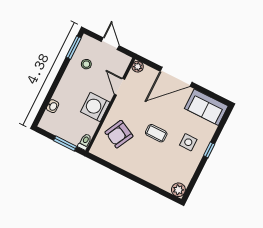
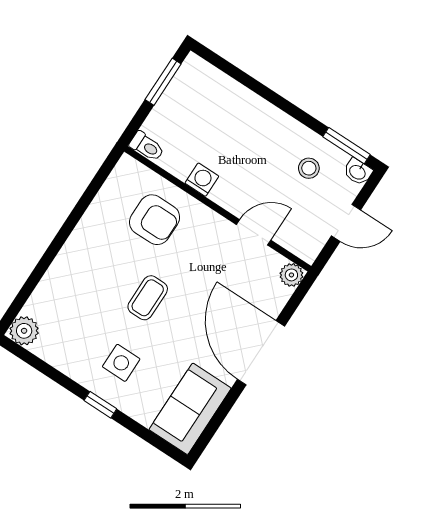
washbasin: (53, 106) -> (358, 172), moved
washing machine: (95, 107) -> (202, 180), width x0.53, depth x0.53
armchair: (119, 134) -> (155, 220), turned 153
window: (65, 143) -> (163, 82), moved

